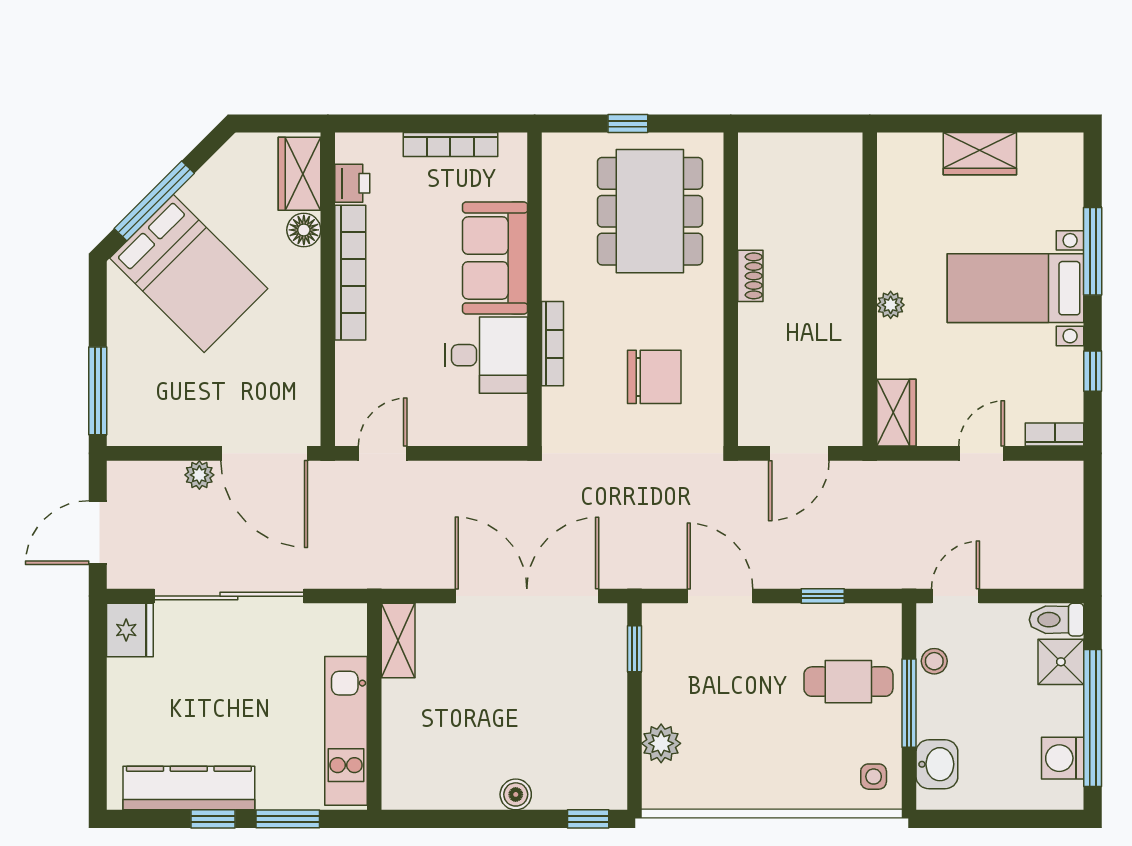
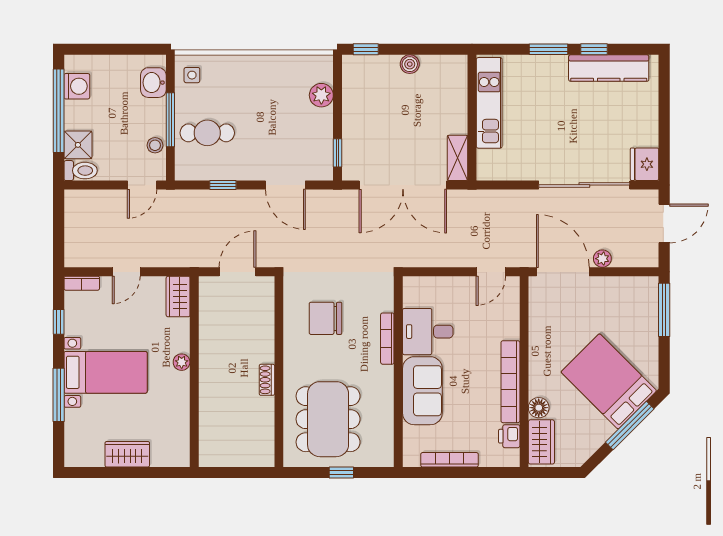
shelving: (398, 640) -> (457, 158), moved
wall: (374, 707) -> (472, 118), moved
kitchen unit: (346, 731) -> (489, 103), moved

